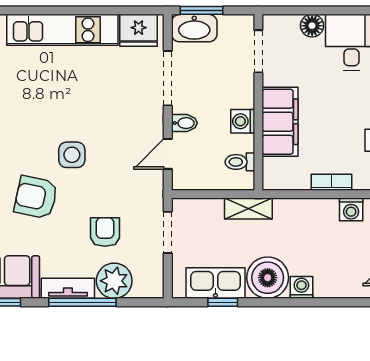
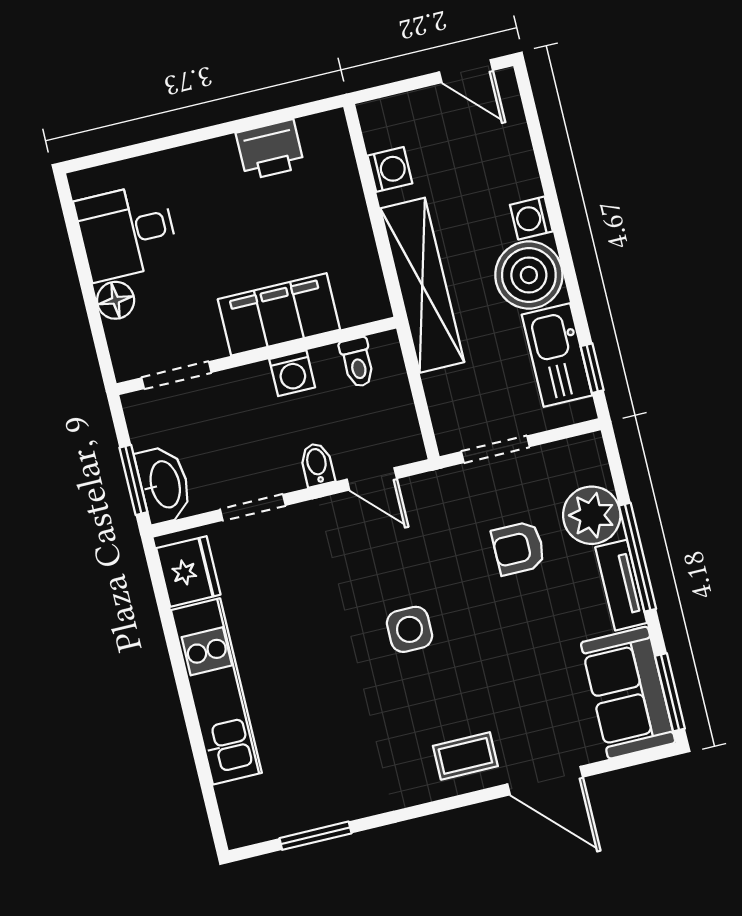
doorway: (168, 78) -> (253, 507), width x0.73
bookcase: (331, 182) -> (355, 211), removed
armchair: (36, 197) -> (490, 670), removed
shelving: (248, 209) -> (422, 285), width x2.20, depth x1.33
window: (223, 302) -> (592, 368), moved

